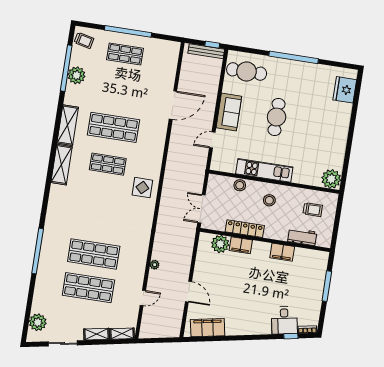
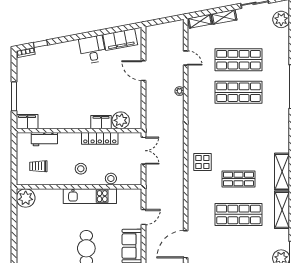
filing cabinet: (282, 252) -> (27, 122), moved
door: (143, 298) -> (186, 58), swing flipped
desk: (284, 320) -> (93, 49), moved

